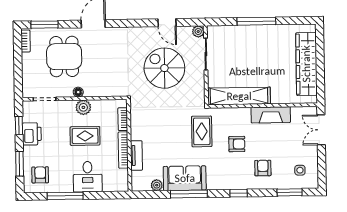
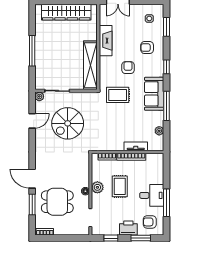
window: (45, 25) -> (32, 205), moved
printer: (32, 134) -> (128, 228), moved
desk: (88, 177) -> (152, 195), moved
sofa: (185, 178) -> (154, 94), moved

